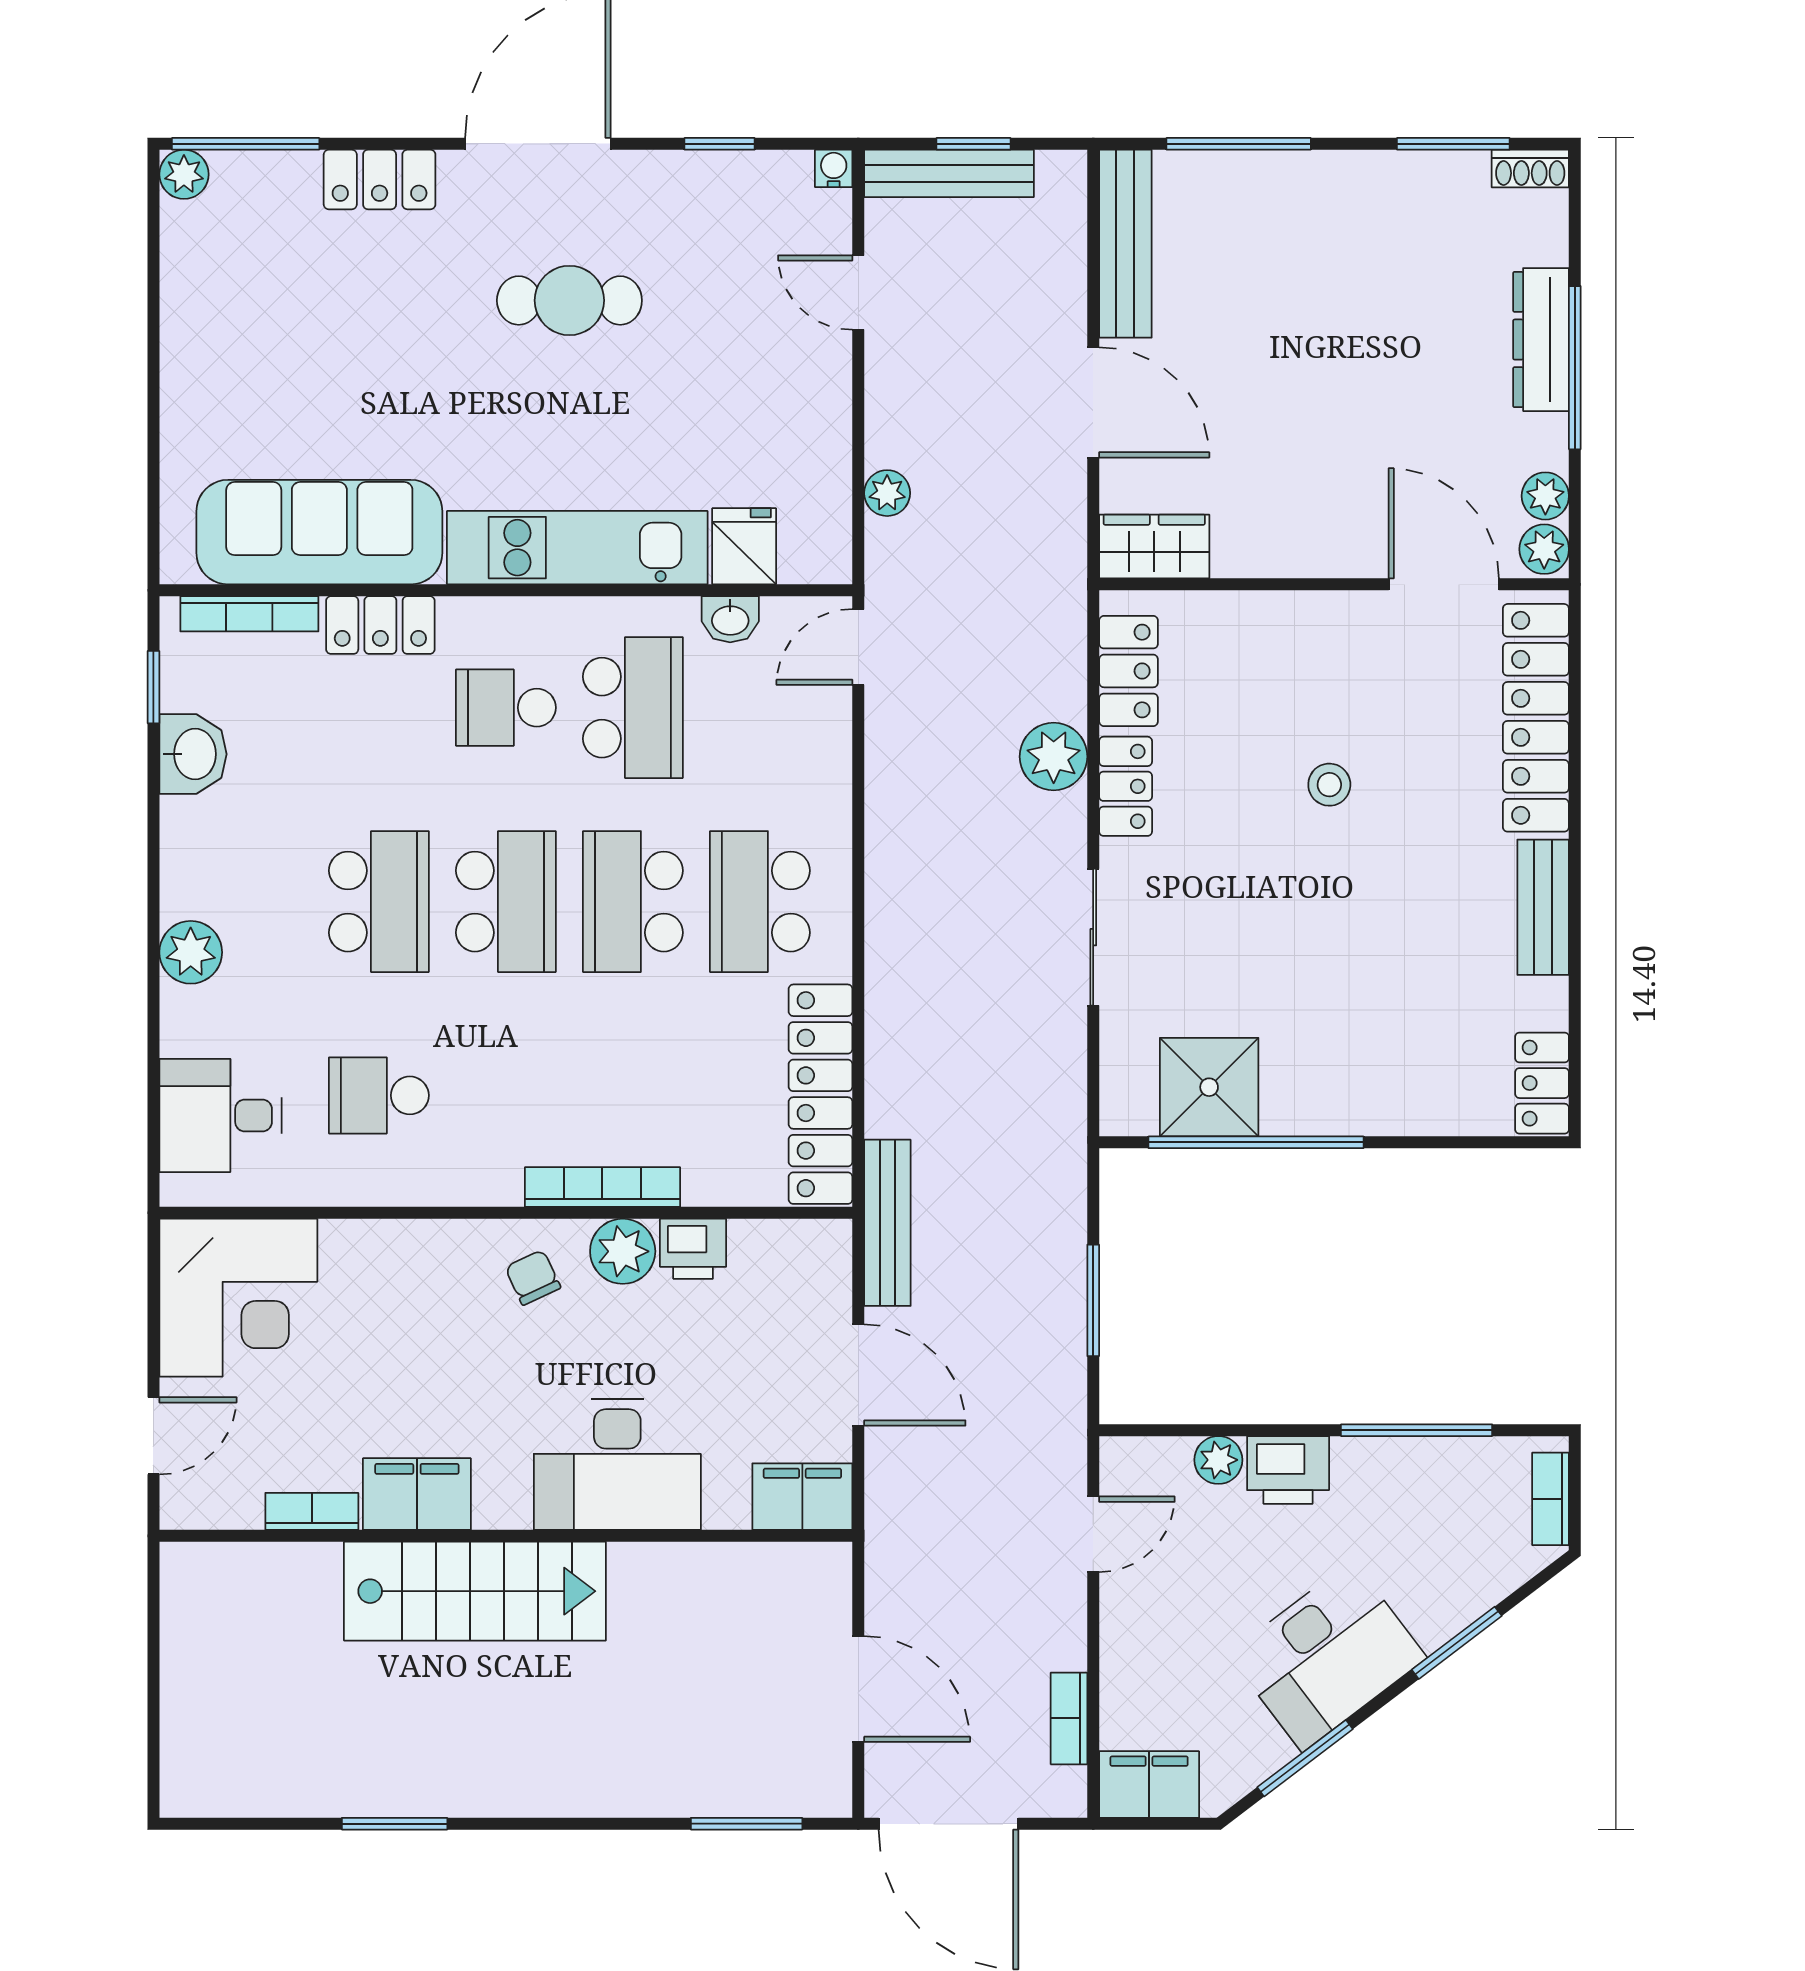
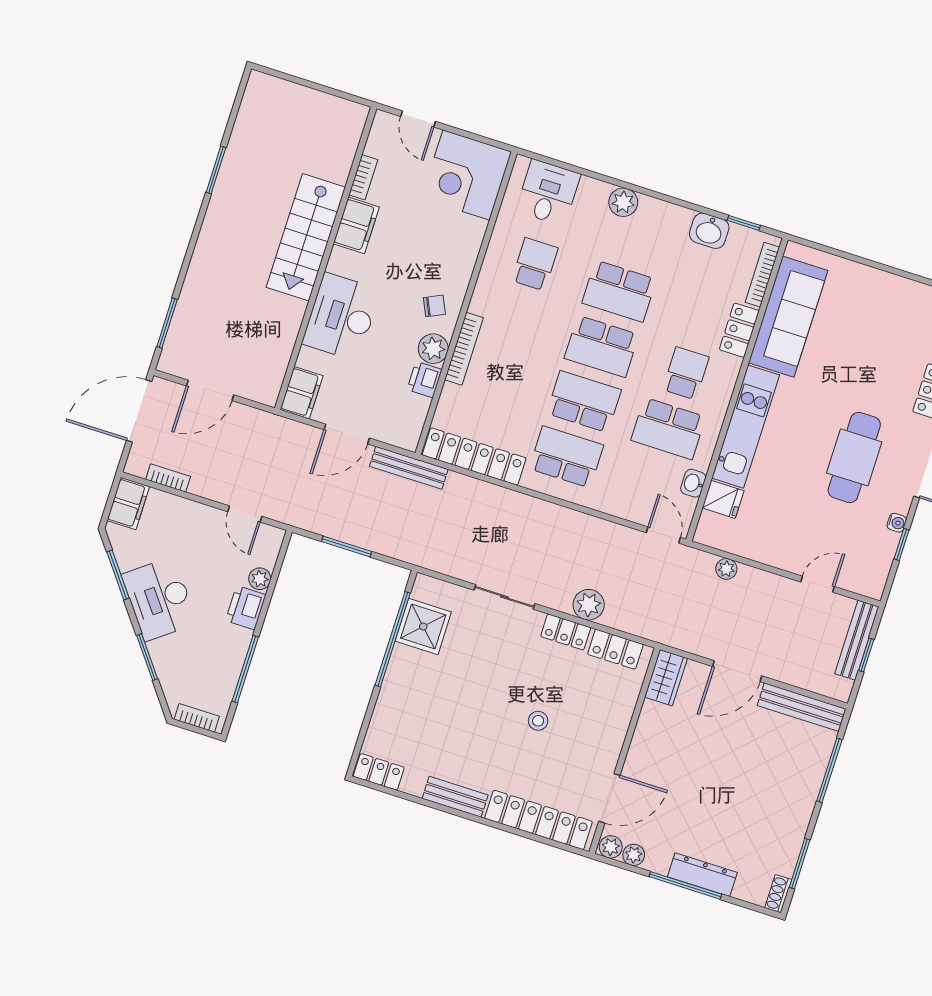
water cooler: (834, 168) -> (897, 523), moved
cafe table: (569, 300) -> (854, 457), width x1.37, depth x1.35

